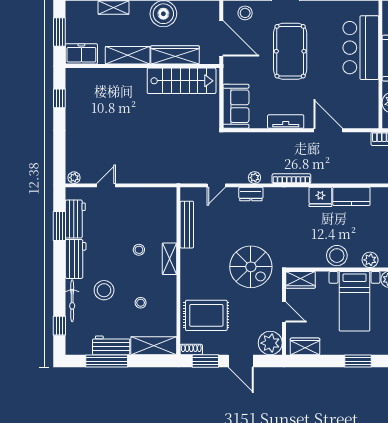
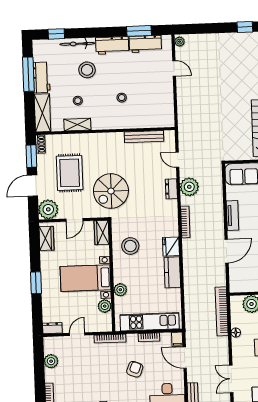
plant: (254, 178) -> (189, 187), width x1.87, depth x1.87
stool: (337, 256) -> (130, 246), moved
shelving: (169, 259) -> (77, 125), moved
rug: (206, 315) -> (70, 173), moved

